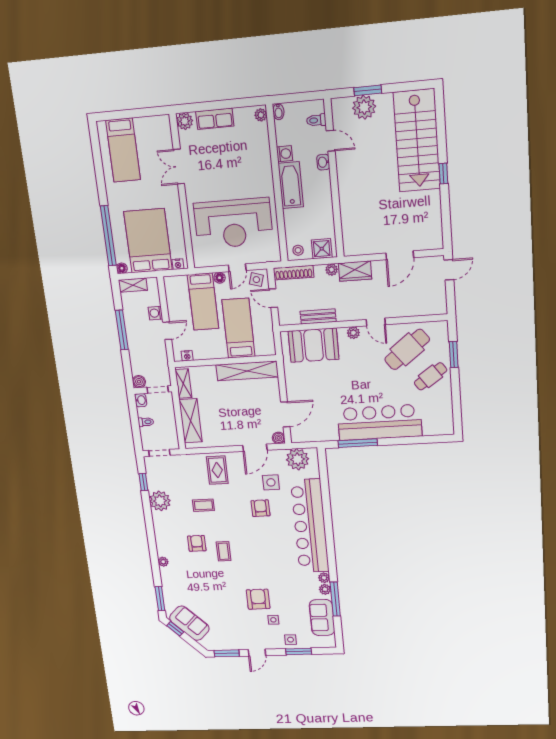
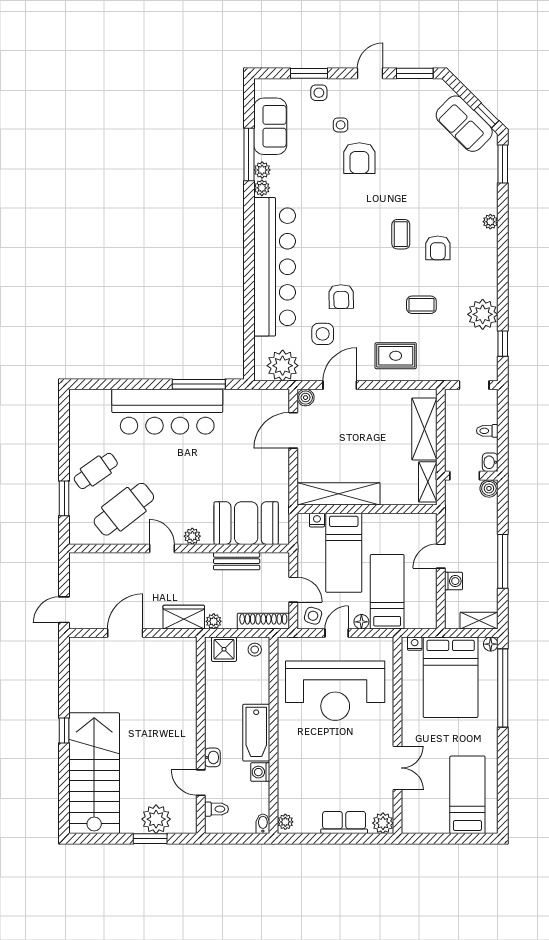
reception desk: (233, 223) -> (335, 691), turned 180
nightstand: (187, 356) -> (317, 520), moved
rug: (217, 470) -> (396, 356), turned 90

